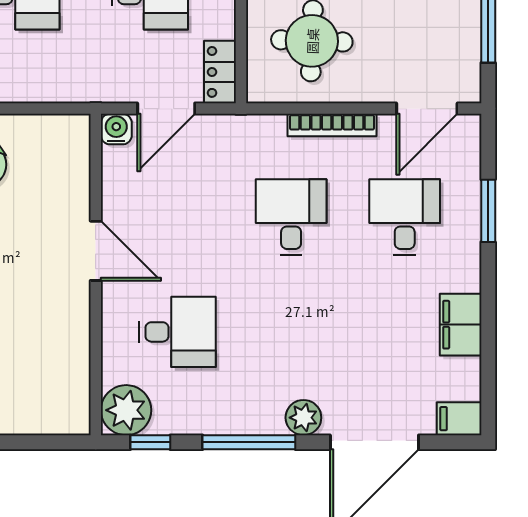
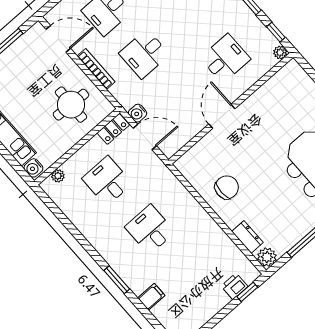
water cooler: (116, 129) -> (138, 113), moved
desk: (178, 332) -> (225, 59), turned 90
plant: (126, 410) -> (280, 52), width x0.53, depth x0.53

